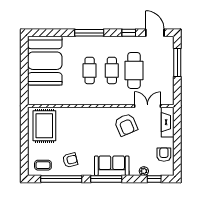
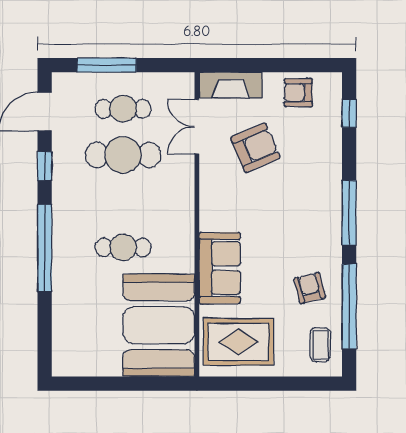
window: (89, 33) -> (45, 248), width x1.46
booth: (45, 61) -> (159, 325), moved, turned 90
cafe table: (112, 70) -> (123, 109), moved
armchair: (126, 125) -> (255, 148), moved
sofa: (112, 166) -> (220, 268), moved, turned 180
plant: (144, 171) -> (333, 134), removed

